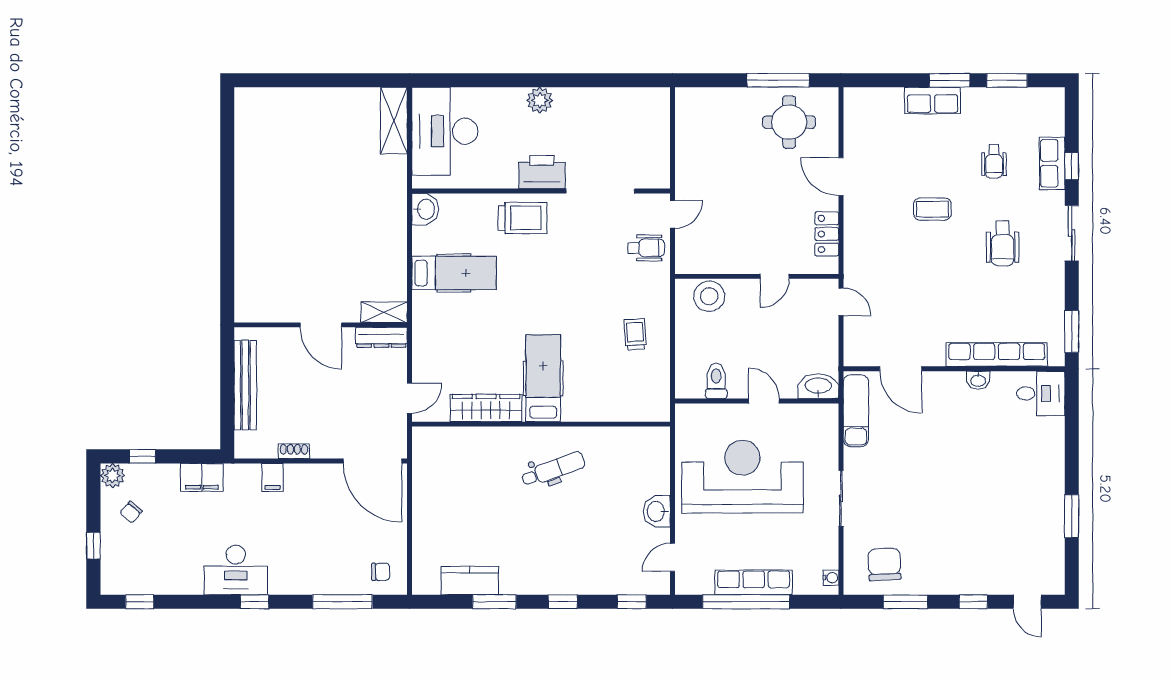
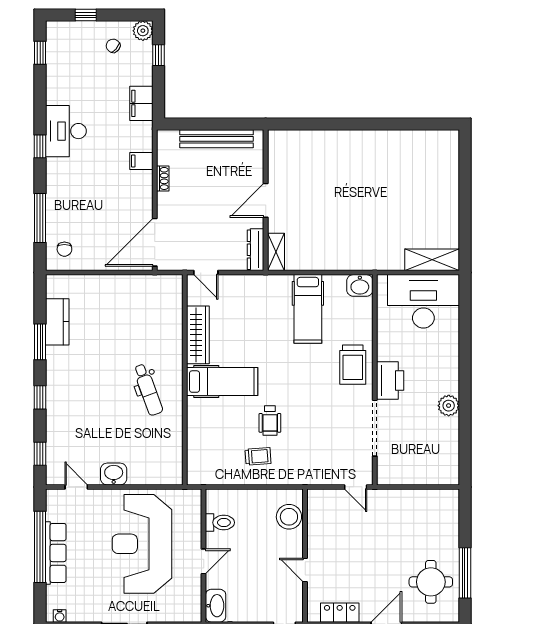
plant: (540, 100) -> (449, 406), moved
wheelchair: (646, 248) -> (270, 421), moved
reception desk: (742, 477) -> (142, 544), turned 180

